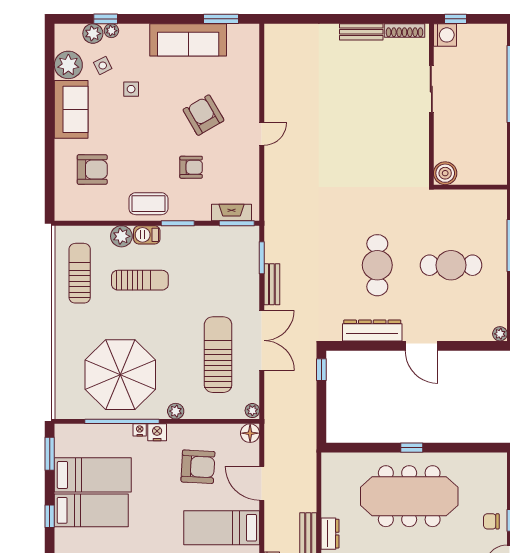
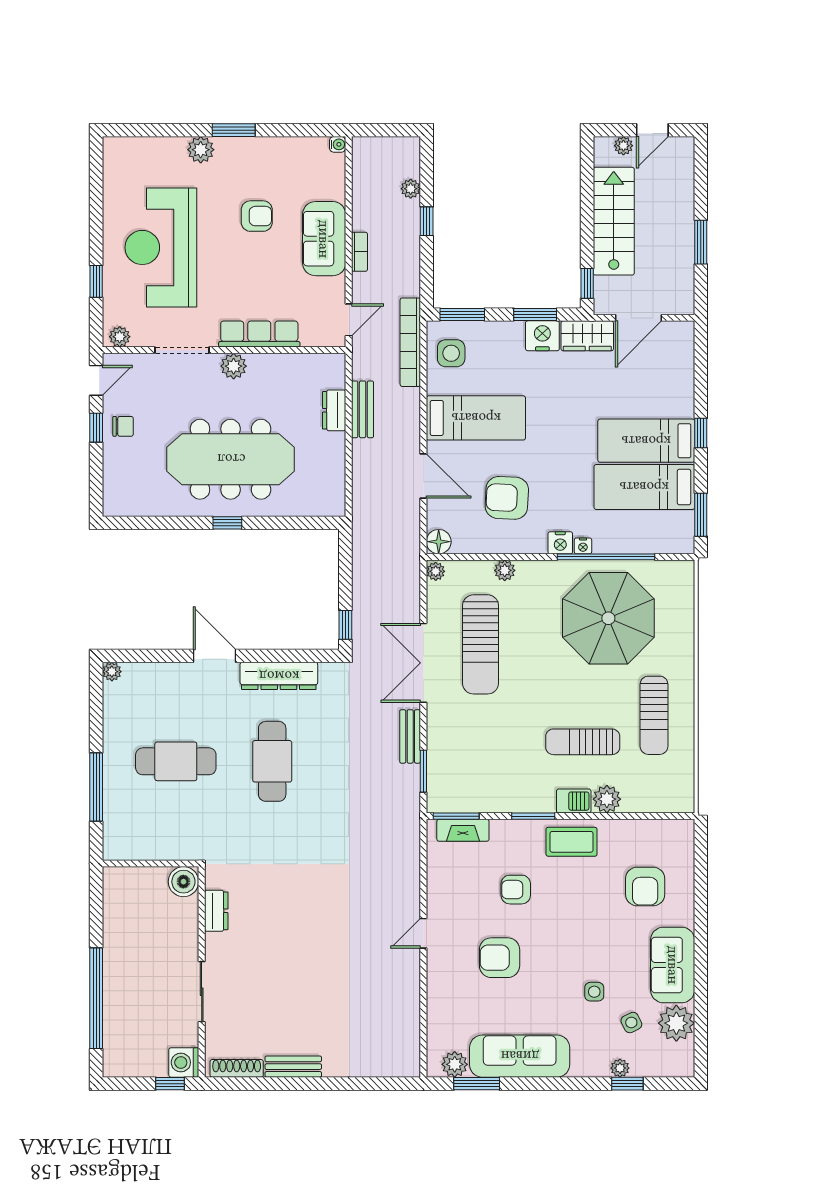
plant: (93, 34) -> (455, 1064), moved
armchair: (203, 115) -> (500, 958), turned 120
dresser: (420, 151) -> (216, 911), added
armchair: (92, 169) -> (645, 887), turned -90
sun lounger: (80, 273) -> (654, 715), moved
plant: (176, 411) -> (505, 570), moved

